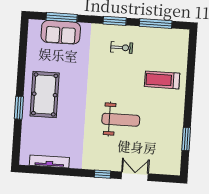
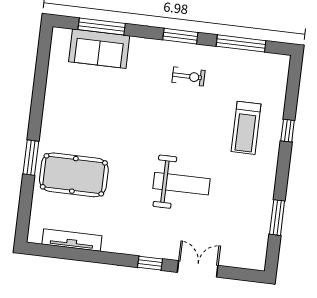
treadmill: (162, 80) -> (246, 128), turned -90
window: (190, 80) -> (288, 131), added
pool table: (45, 94) -> (74, 175), moved, turned 90

